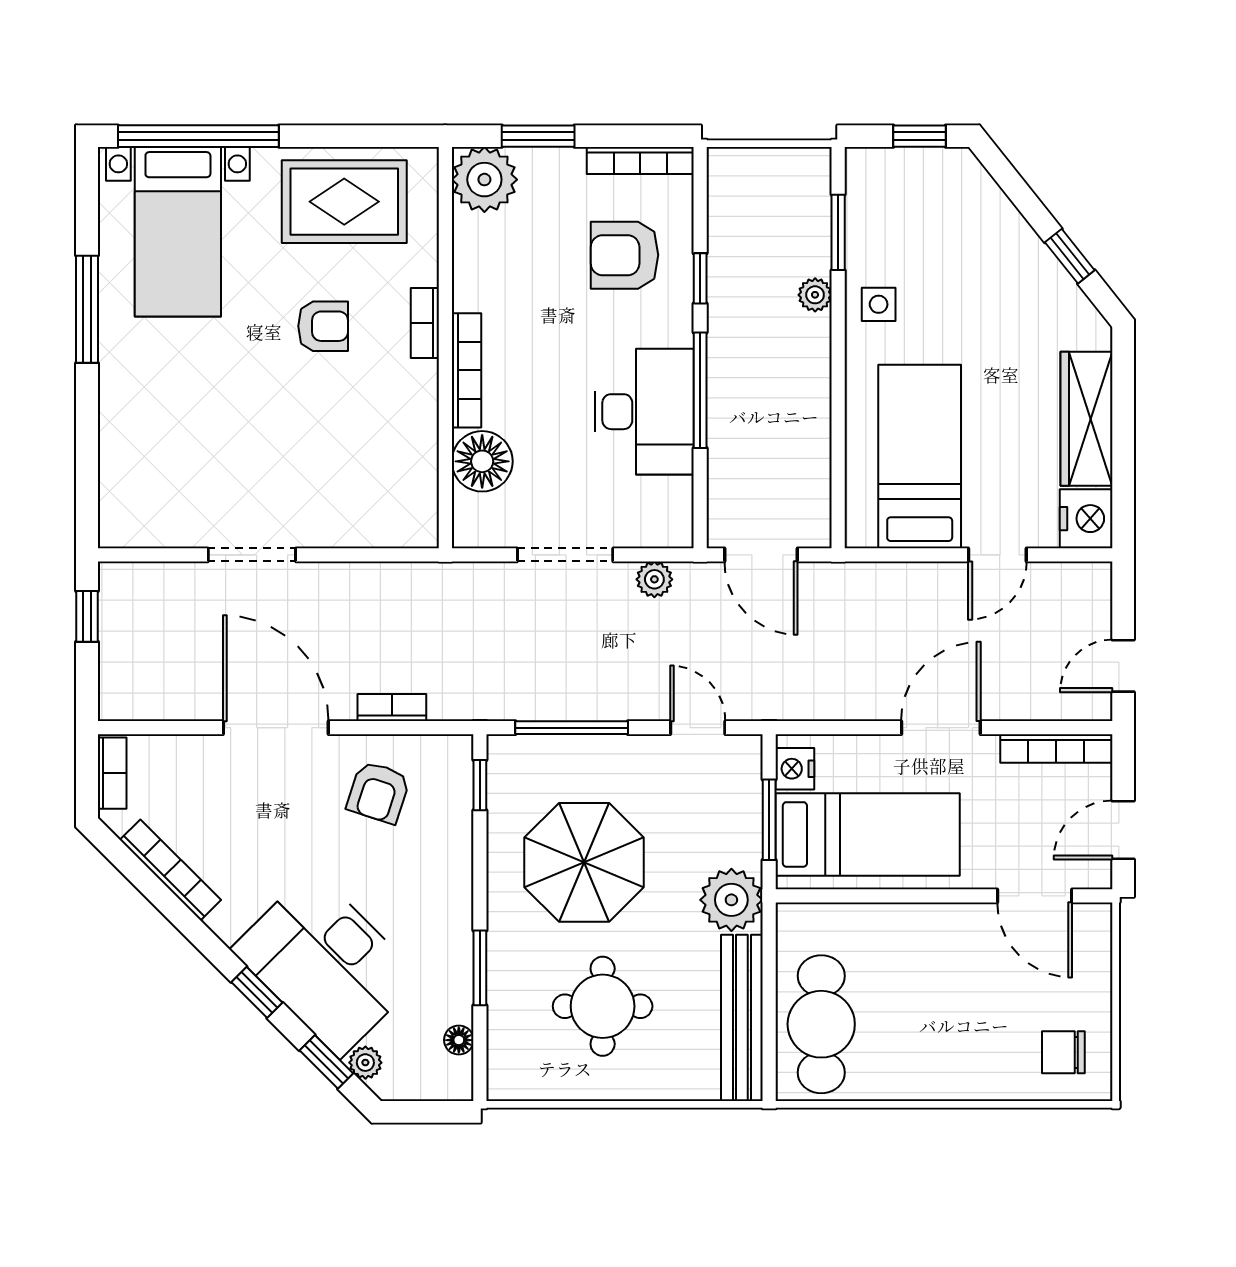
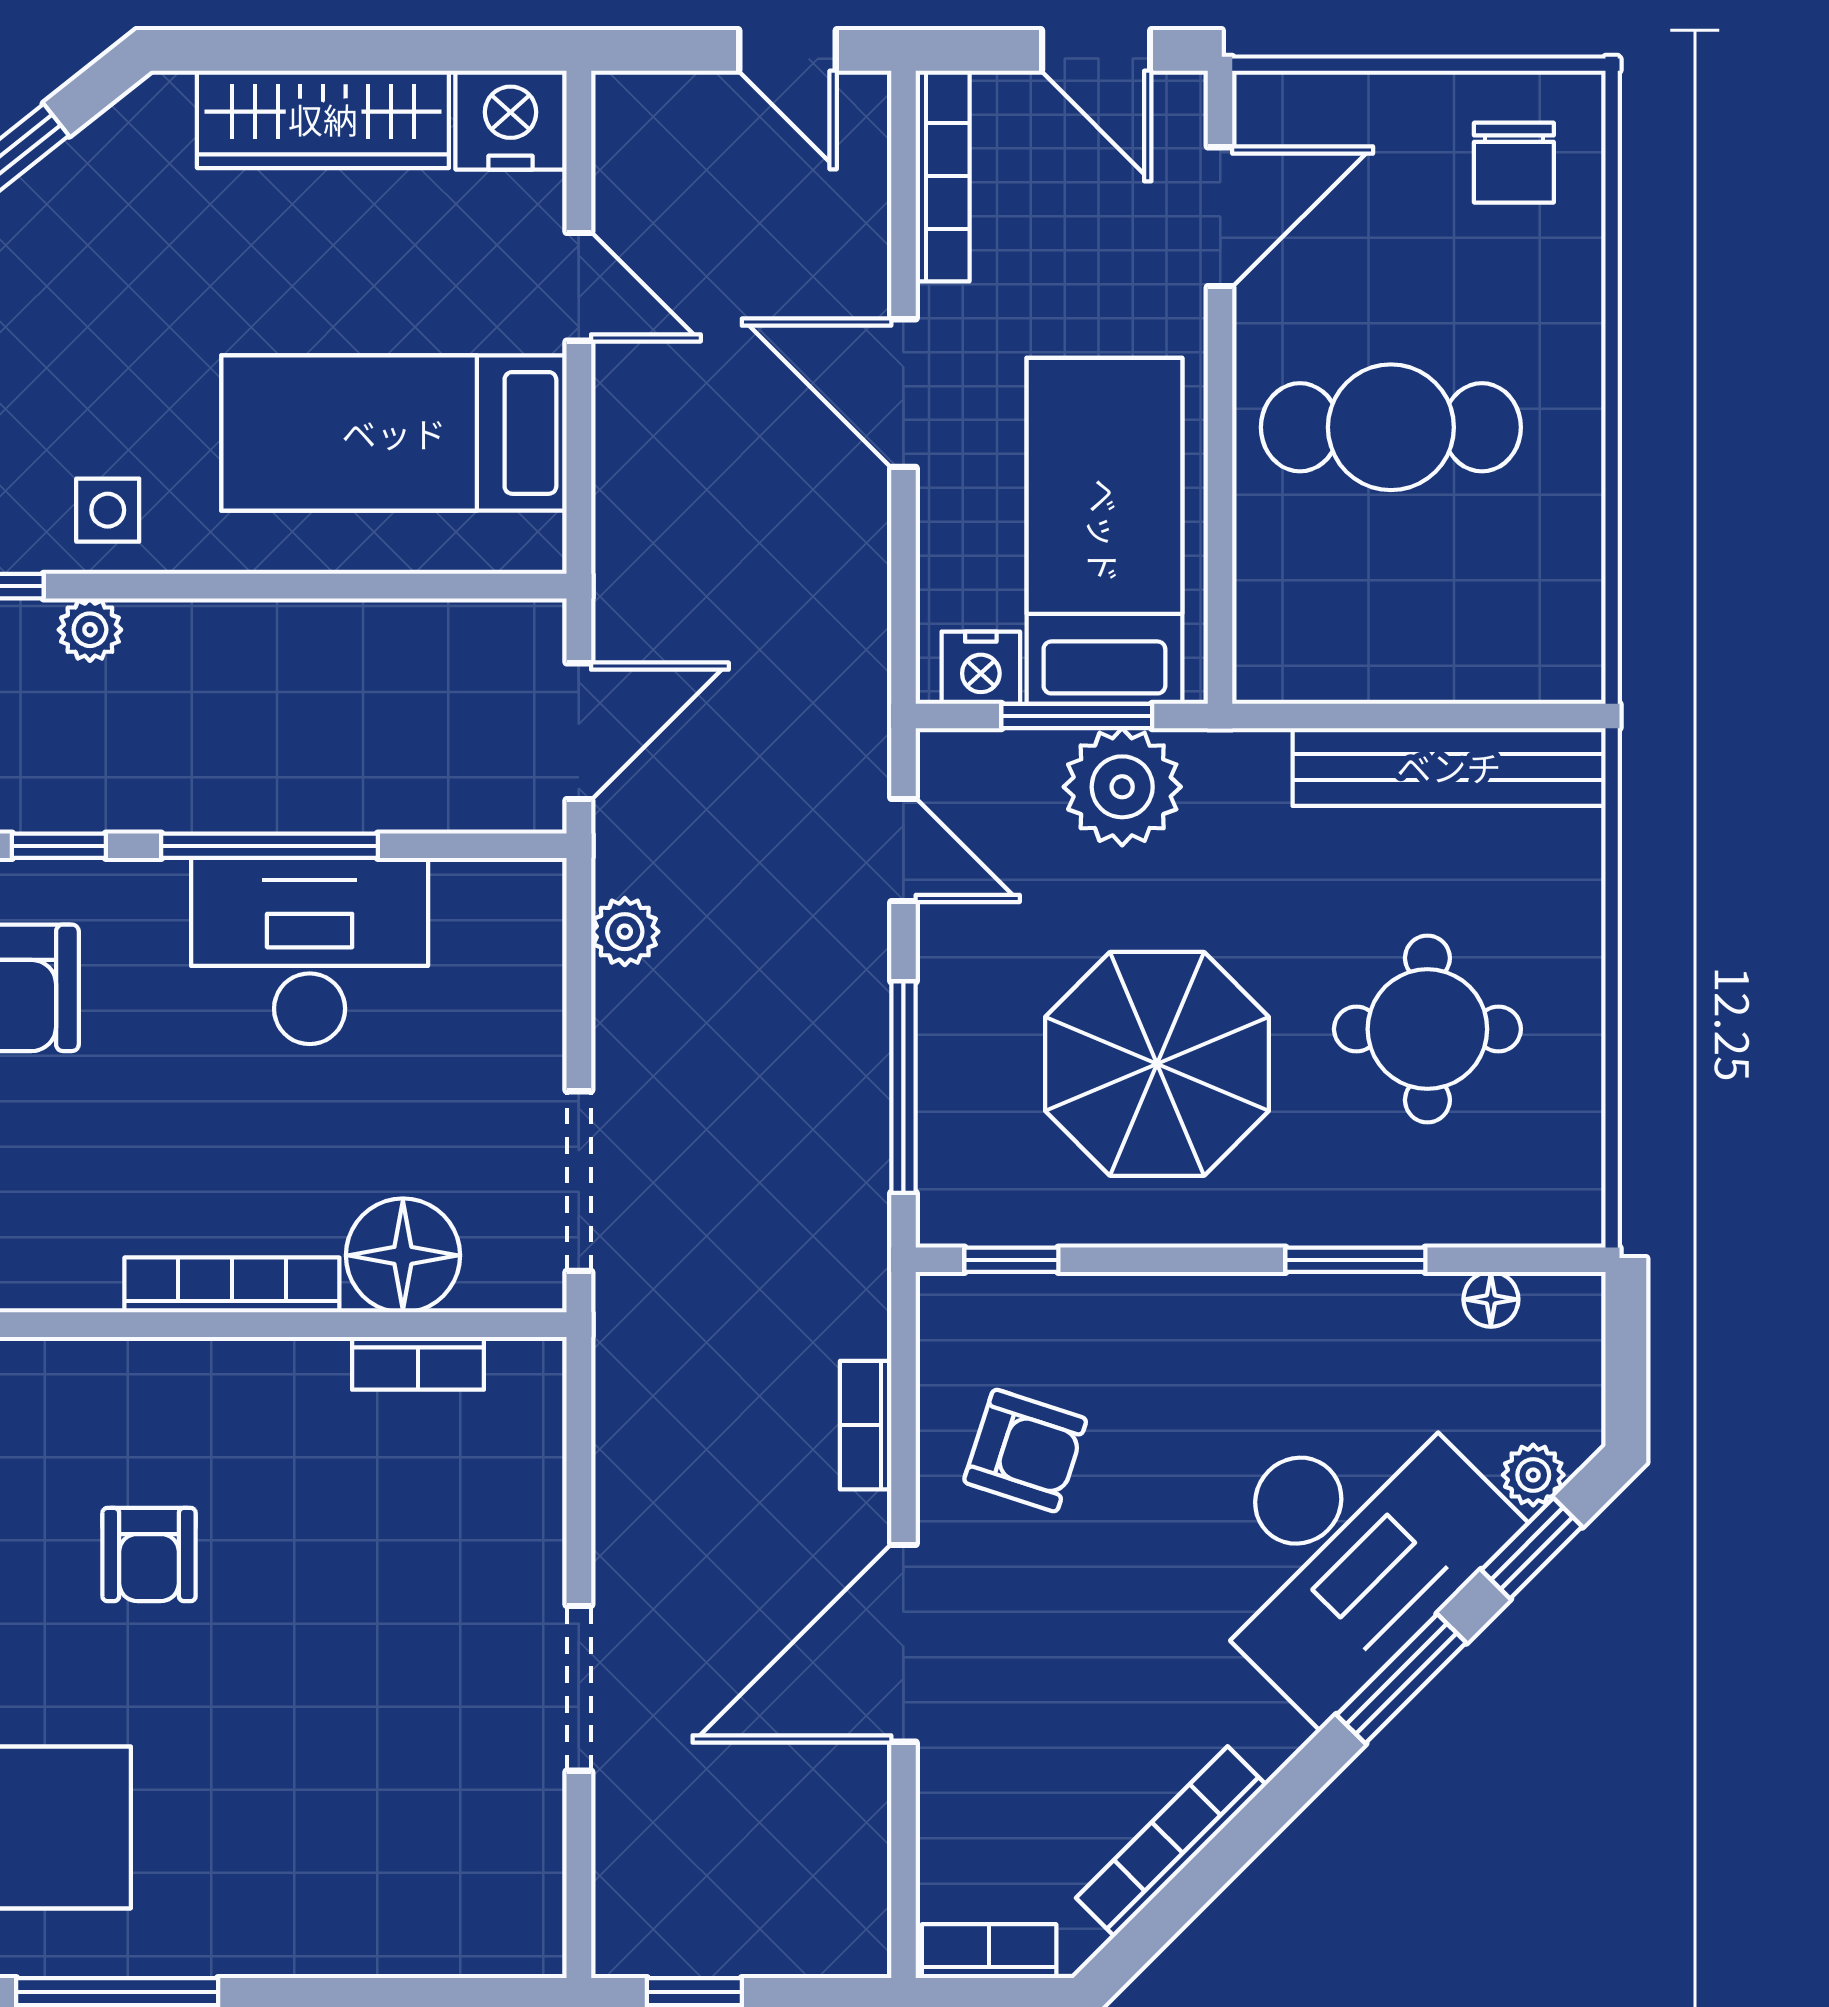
bookcase: (425, 323) -> (418, 1363), moved
armchair: (323, 326) -> (149, 1555), turned 180
doorway: (565, 555) -> (579, 1181), moved
door: (698, 728) -> (903, 850), swing flipped
plant: (731, 900) -> (1122, 787), moved
window: (257, 992) -> (1401, 1679), width x1.50
cafe table: (821, 1024) -> (1391, 427), moved

